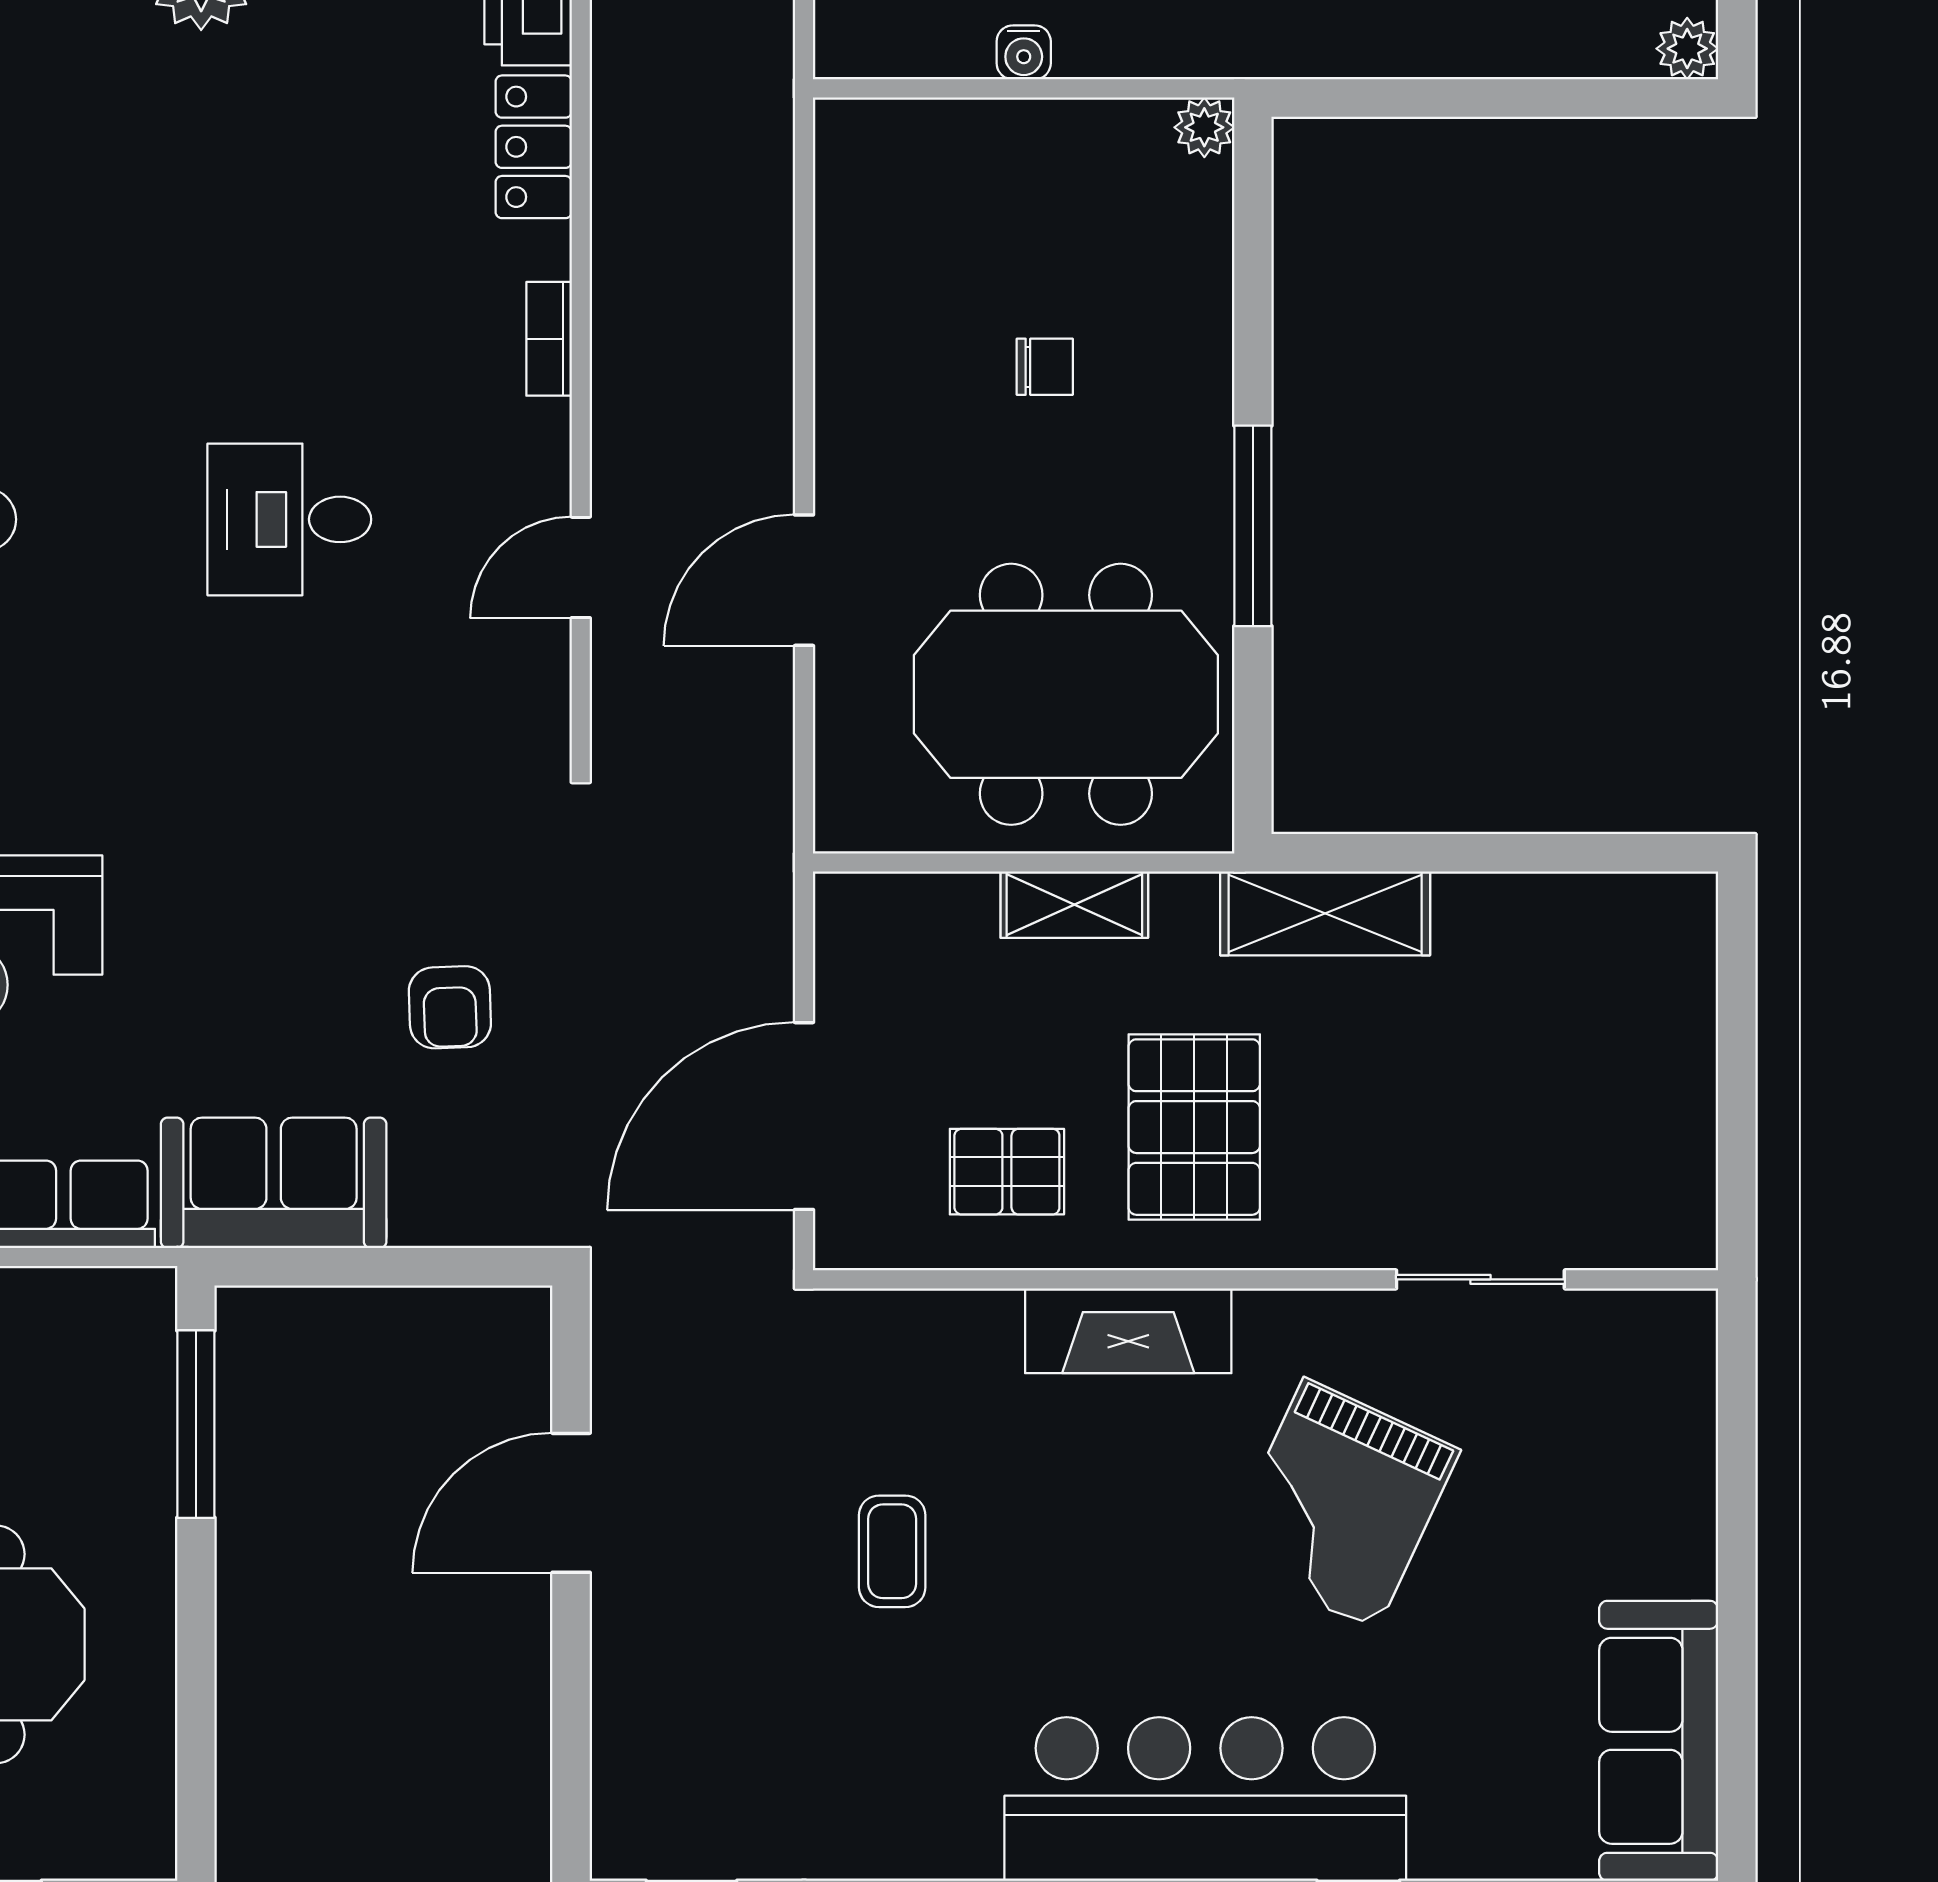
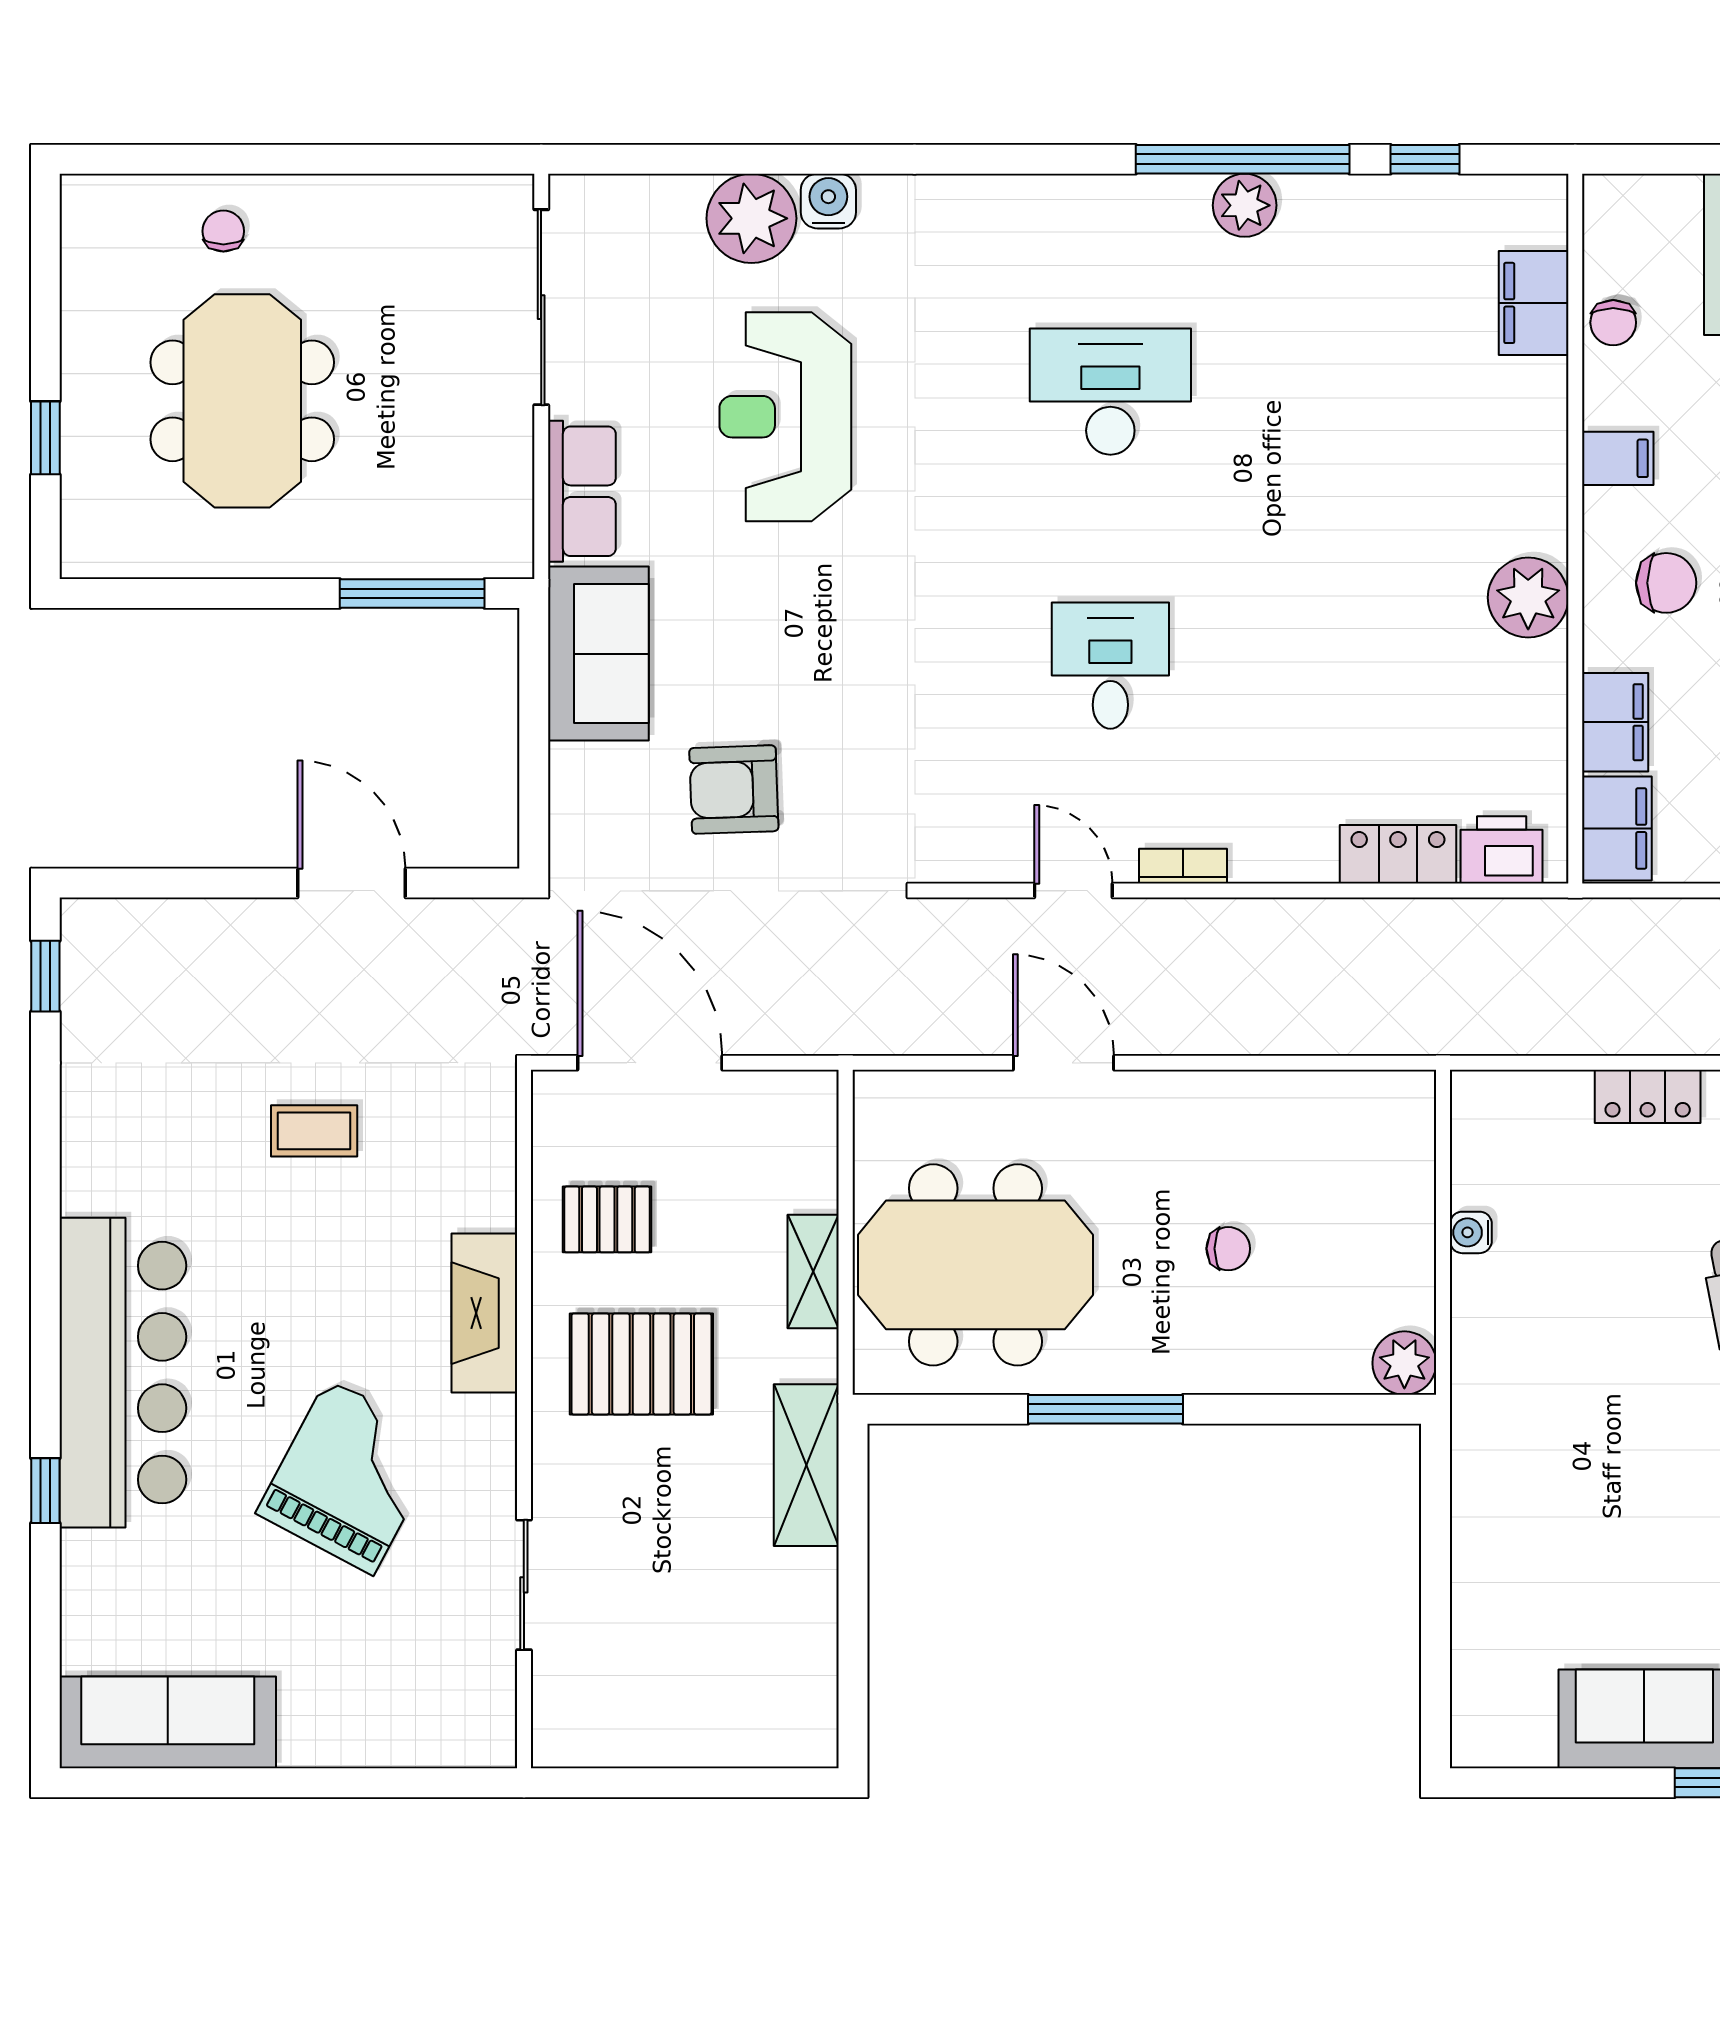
plant: (1687, 49) -> (1474, 1744), removed
plant: (1204, 127) -> (1404, 1363), width x1.38, depth x1.38
bookcase: (549, 339) -> (1183, 866), moved
chair: (1045, 367) -> (1228, 1249), turned -90
meeting table: (1066, 694) -> (975, 1265), turned 90
armchair: (450, 1007) -> (734, 790), width x1.38, depth x1.38
pallet: (1007, 1172) -> (607, 1219), turned 90
grand piano: (1340, 1504) -> (350, 1477), turned 93

